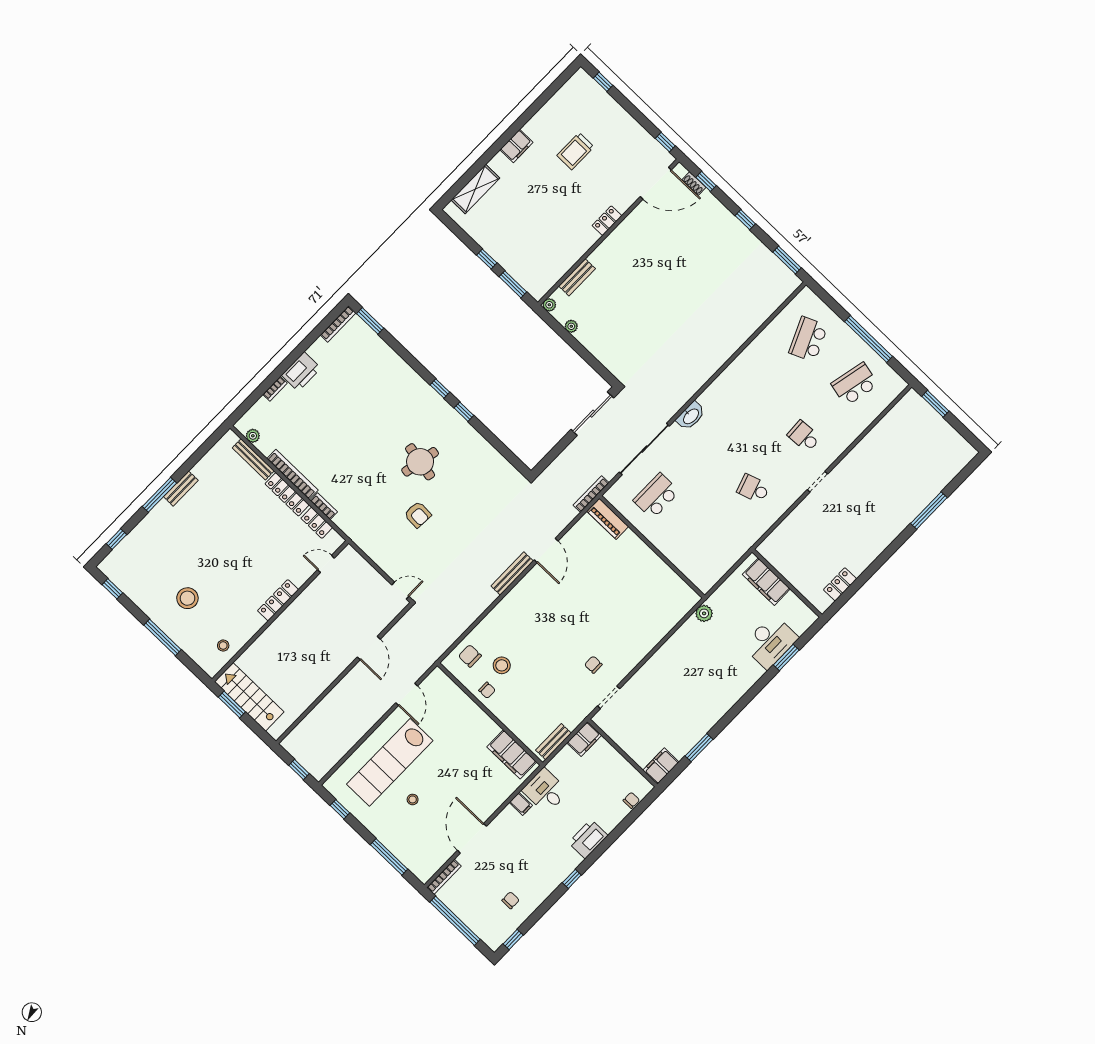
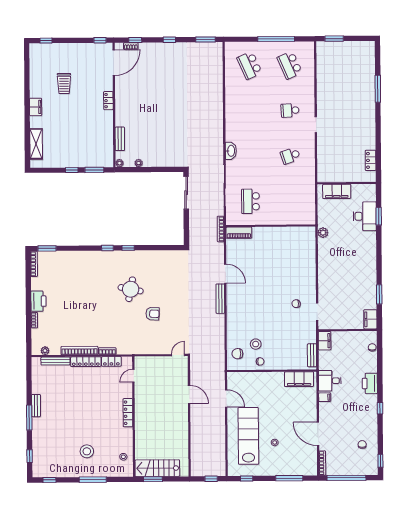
school desk: (855, 384) -> (290, 65), turned -36
lab bench: (390, 762) -> (248, 436), turned 180

